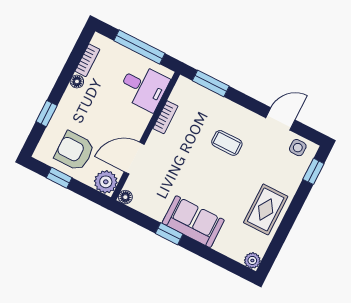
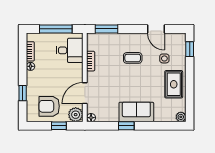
door: (280, 119) -> (156, 29), swing flipped
side table: (298, 148) -> (164, 58), moved
window: (59, 178) -> (59, 126), moved

